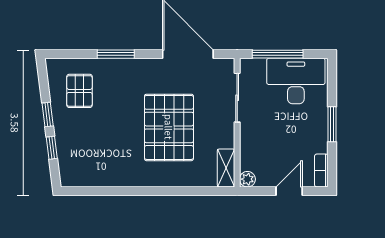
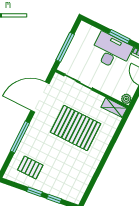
window: (116, 54) -> (20, 137), width x1.44
desk: (296, 81) -> (111, 51), moved, turned 90

